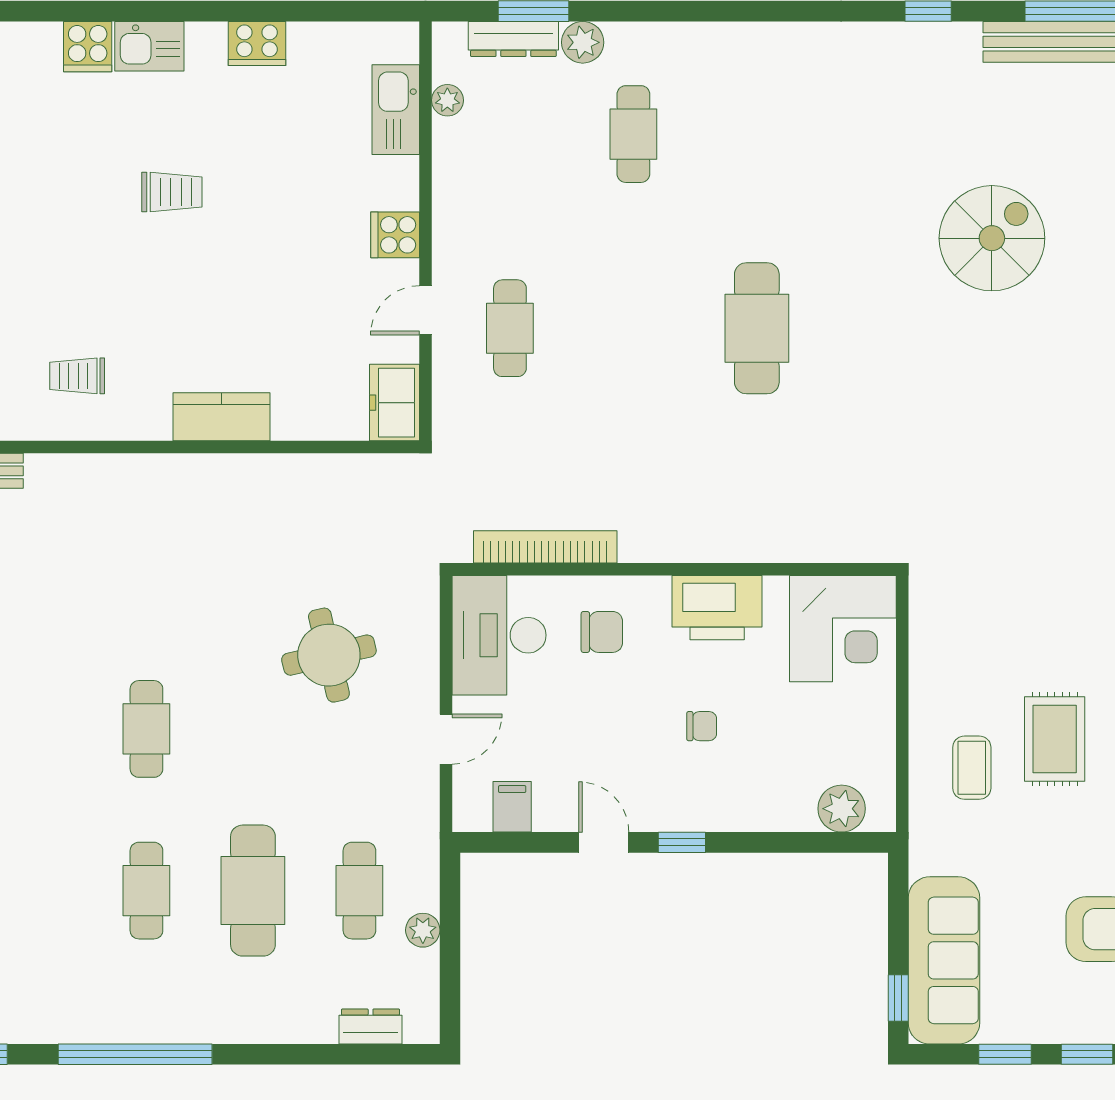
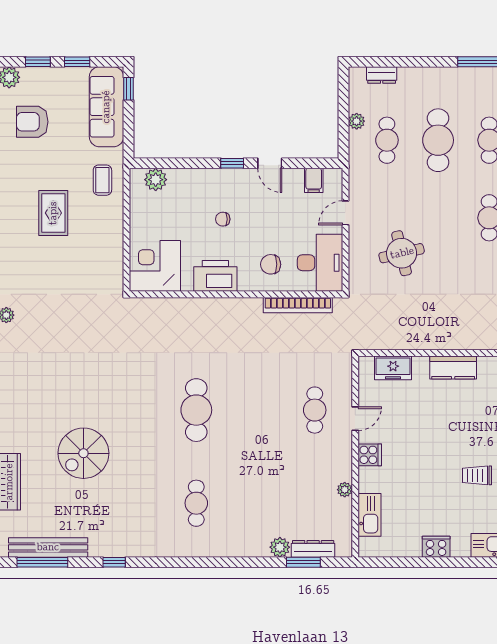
plant: (447, 100) -> (345, 490), moved
cafe table: (633, 134) -> (196, 503), moved
freezer: (394, 403) -> (393, 368), moved, turned 90
coffee table: (972, 768) -> (102, 180), moved

